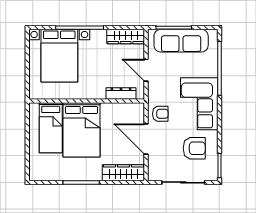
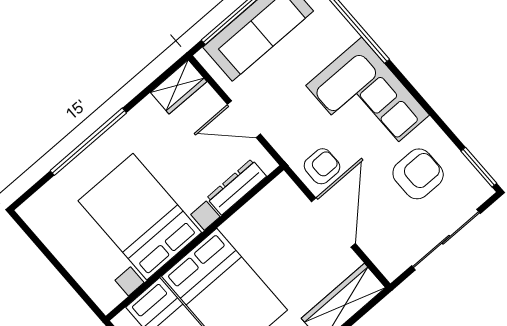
wardrobe: (126, 37) -> (179, 87), width x0.67
bed with nightstands: (59, 56) -> (140, 217), moved, turned 180
door: (146, 139) -> (333, 223), swing flipped

